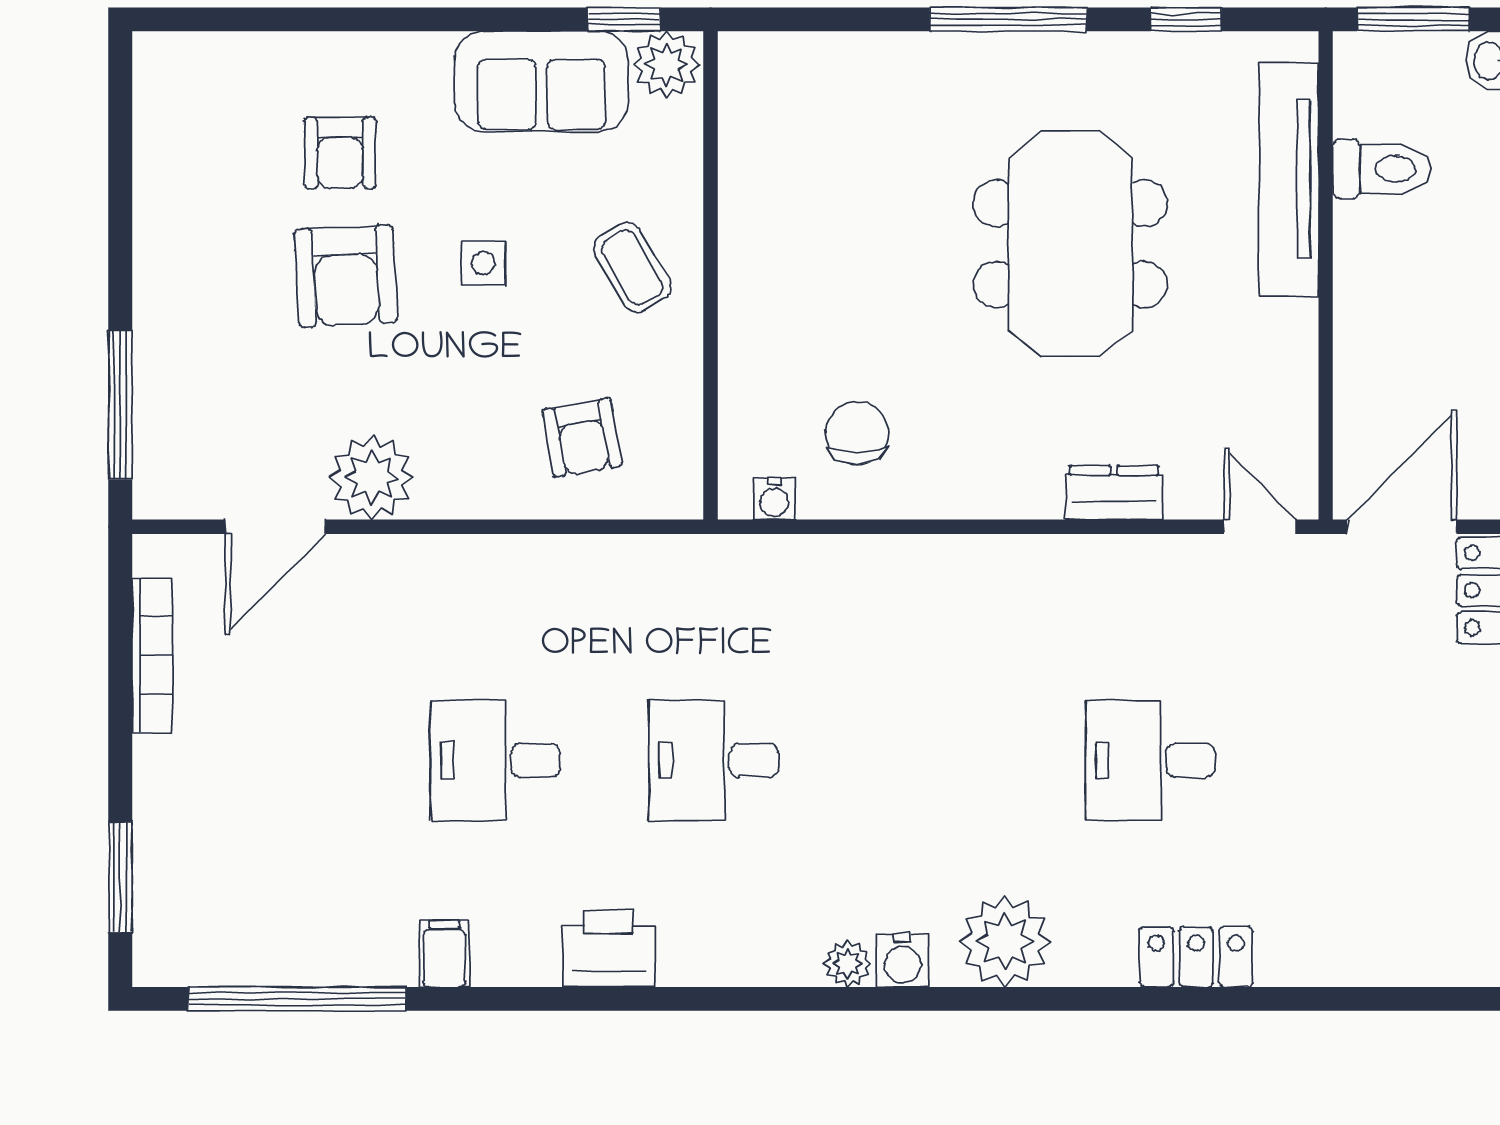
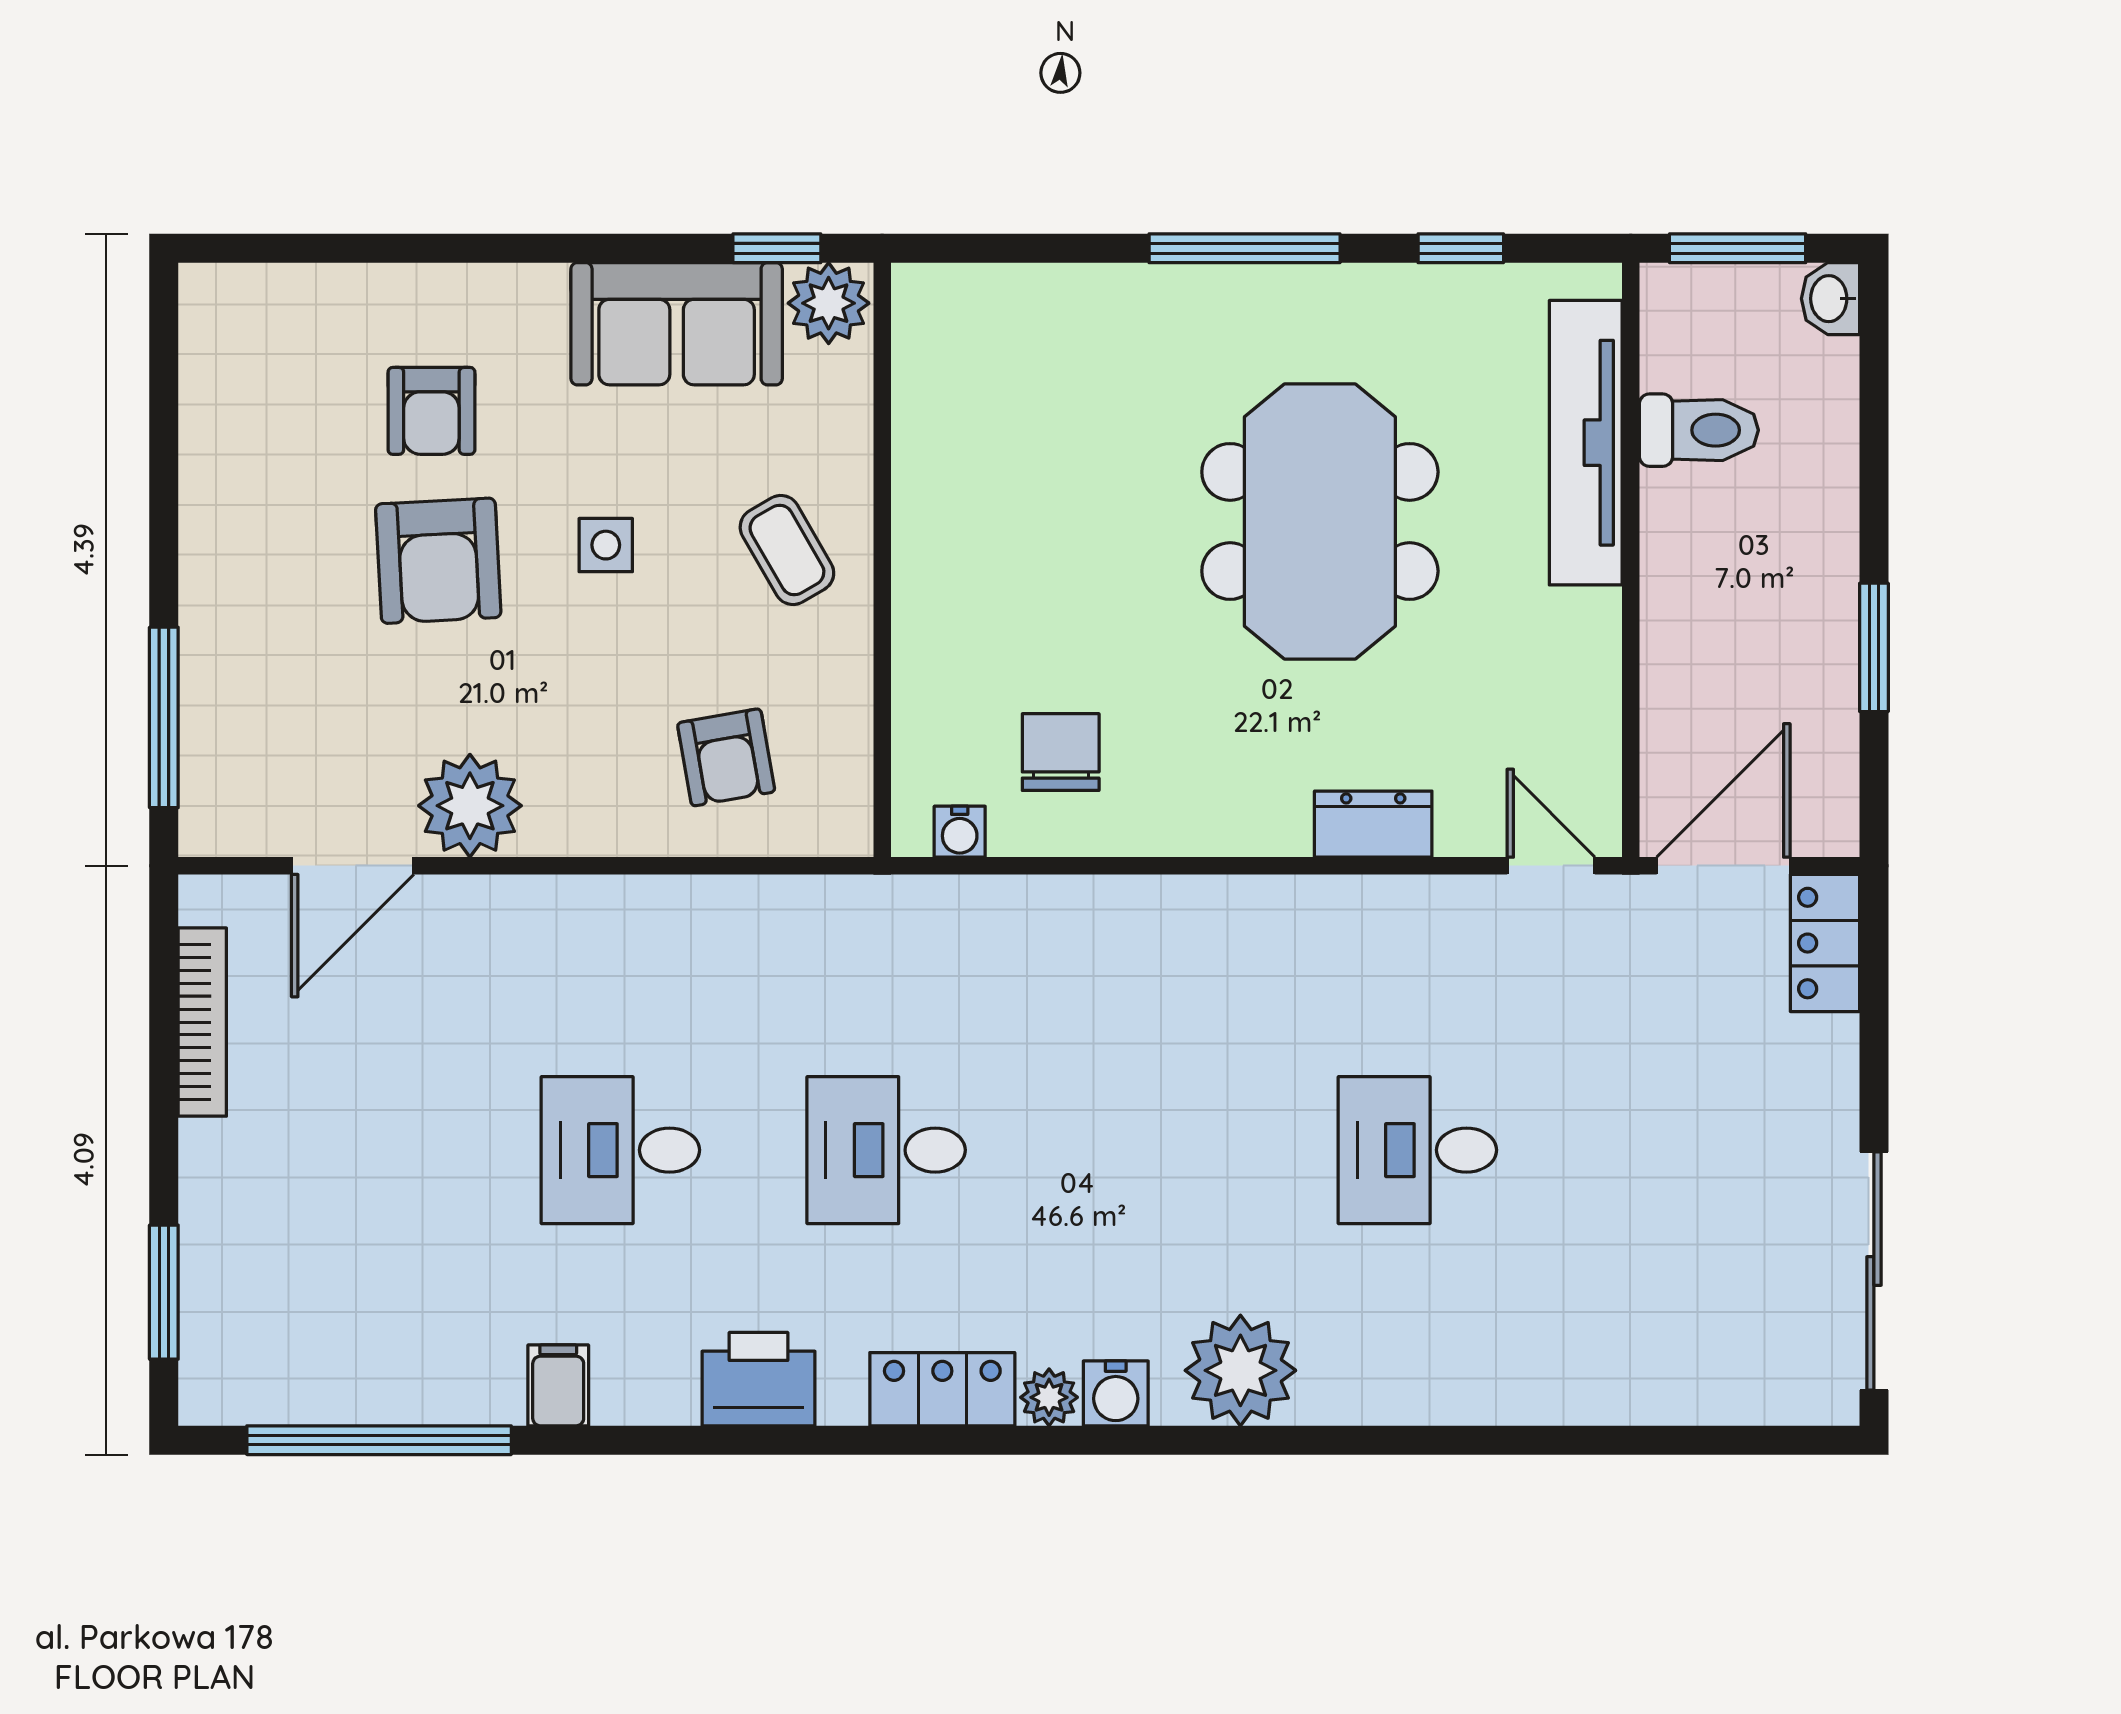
locker: (1196, 957) -> (942, 1389), moved

